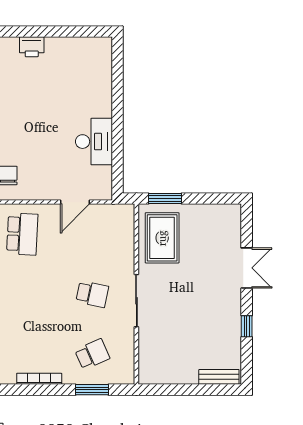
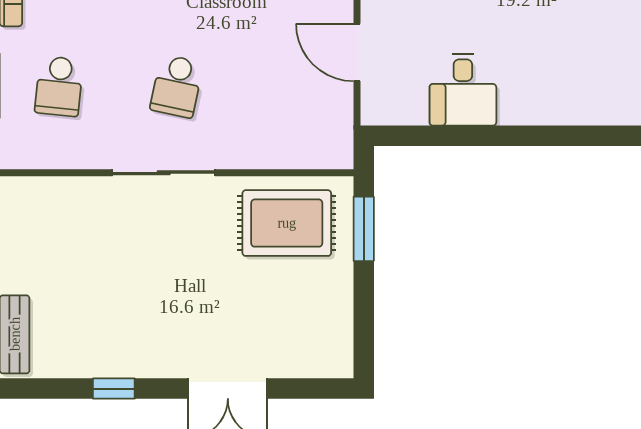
desk: (94, 142) -> (463, 90), width x0.73
school desk: (92, 354) -> (59, 86), turned 30

